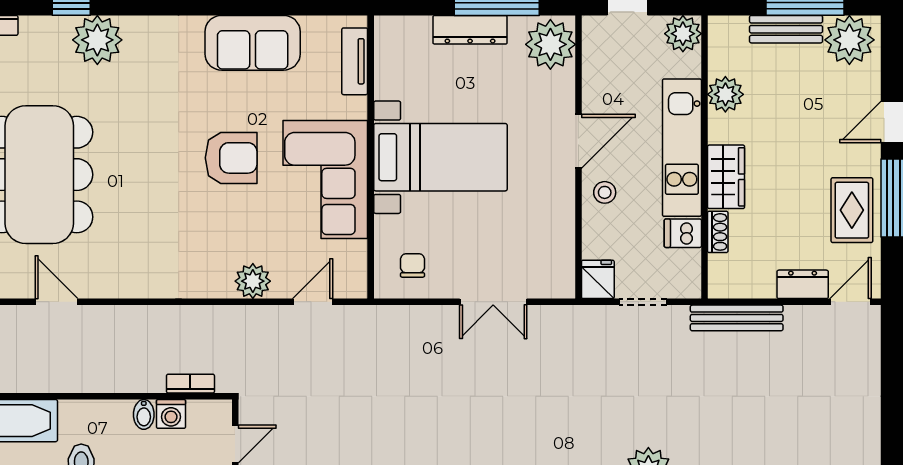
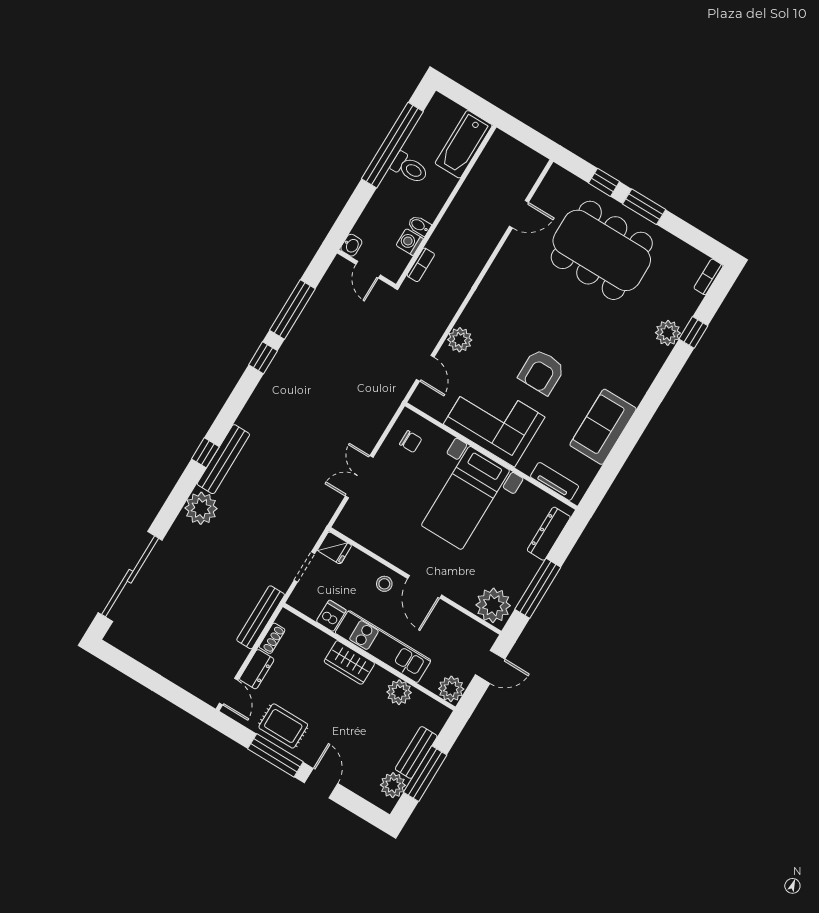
dresser: (470, 30) -> (549, 534), moved
plant: (97, 40) -> (668, 333), width x0.73, depth x0.73
plant: (849, 40) -> (393, 785), width x0.73, depth x0.73
shoe rack: (718, 232) -> (272, 638), moved, turned -90

